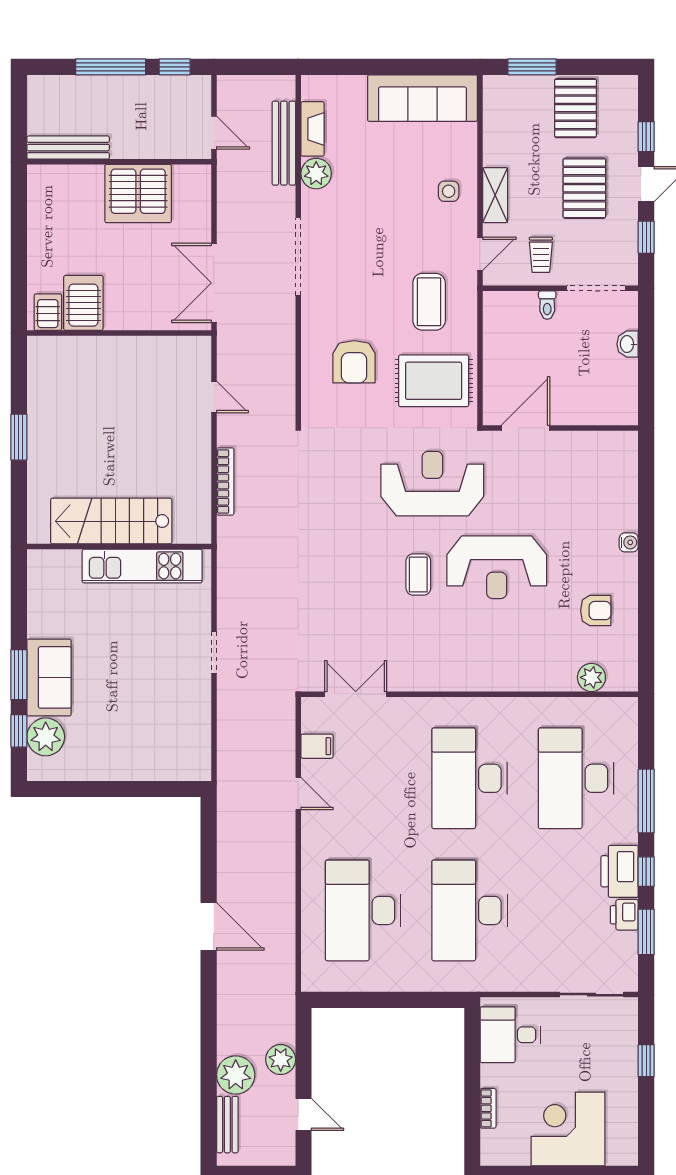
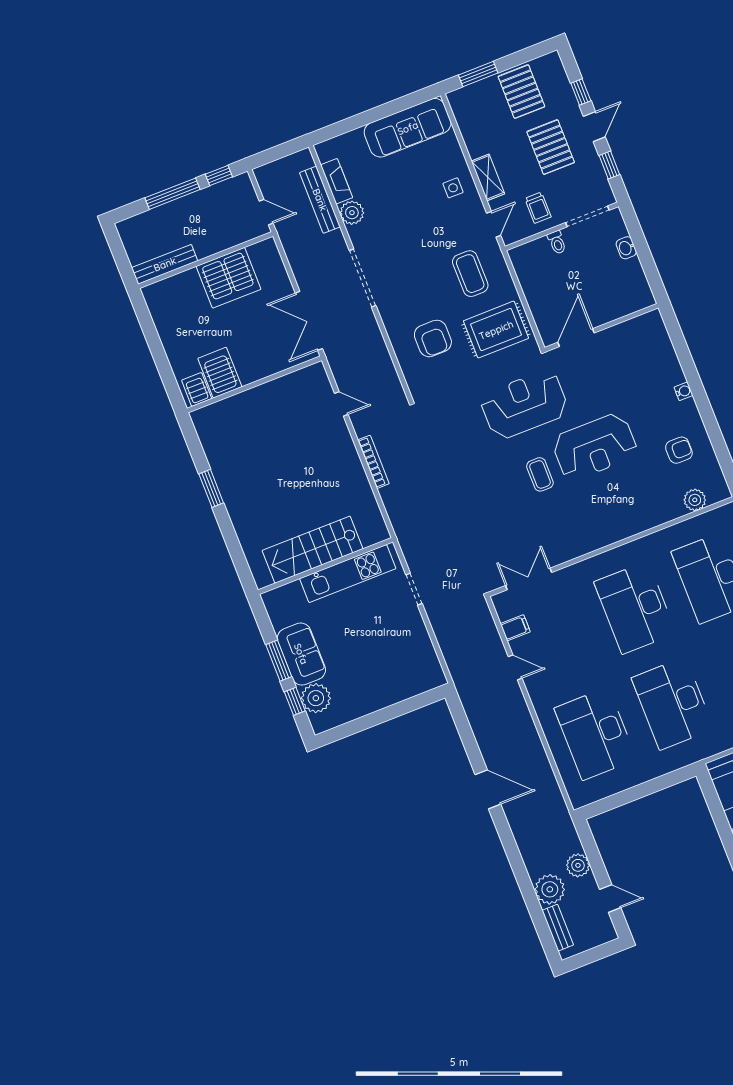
stairs: (111, 521) -> (313, 550), moved
wall: (119, 547) -> (325, 566), moved
kitchen unit: (142, 566) -> (348, 574), moved

